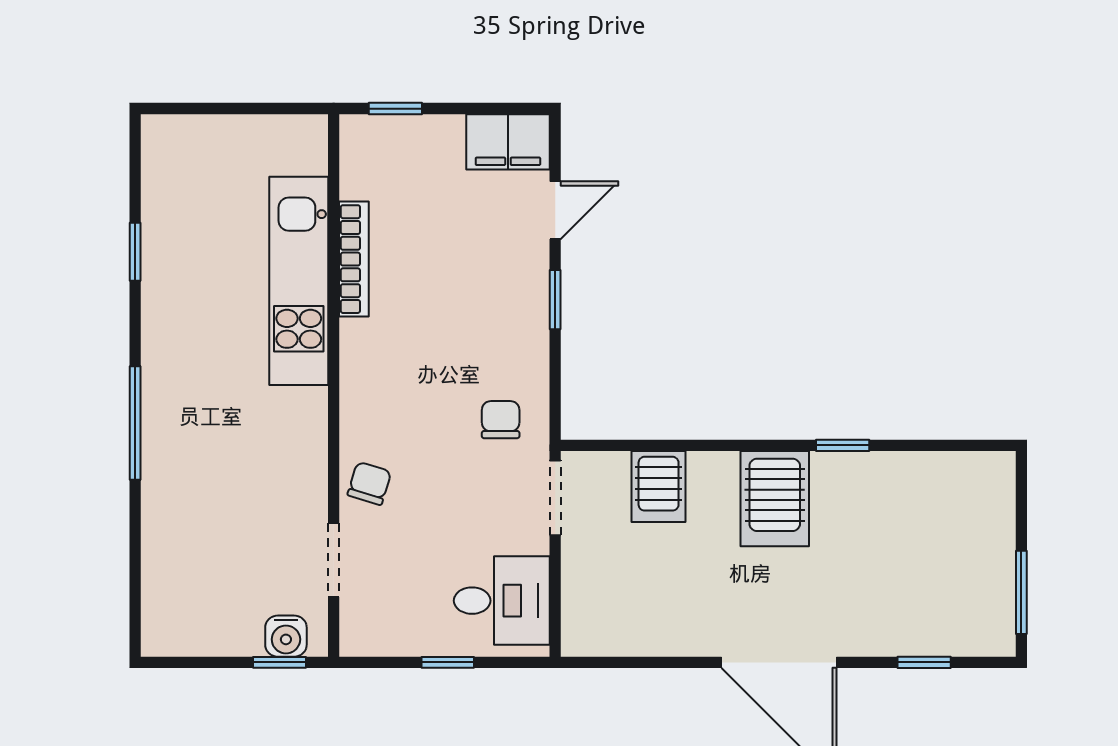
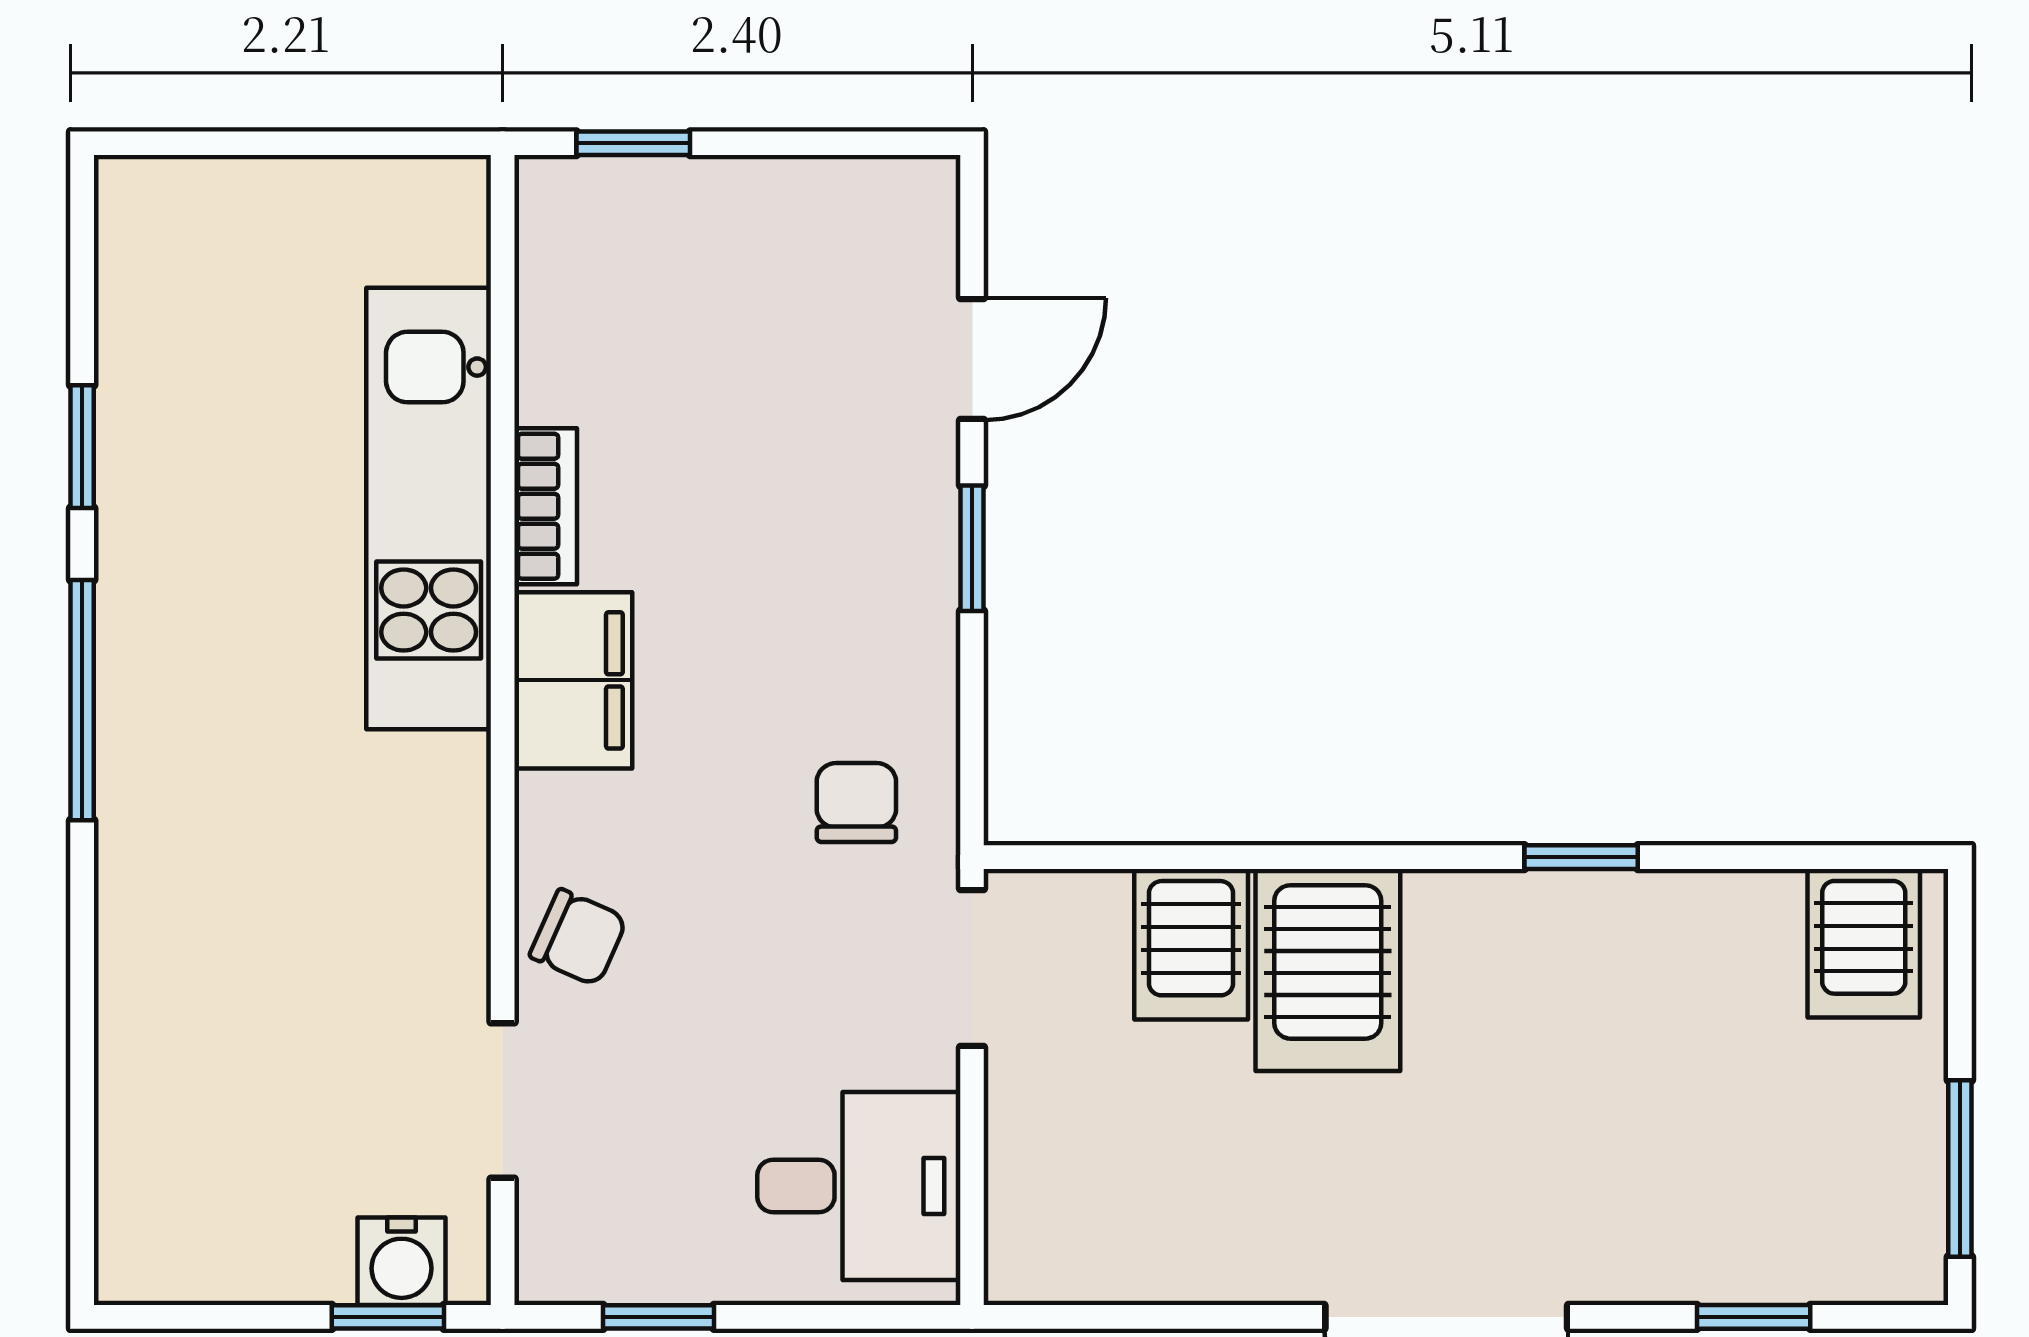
filing cabinet: (508, 142) -> (573, 680), moved, turned -90
bookcase: (354, 259) -> (546, 506), width x0.64
window: (135, 423) -> (82, 700), moved
chair: (369, 483) -> (578, 937), turned 97
server rack: (976, 486) -> (1864, 943), added
server rack: (775, 499) -> (1328, 970), moved
window: (448, 662) -> (659, 1317), moved

